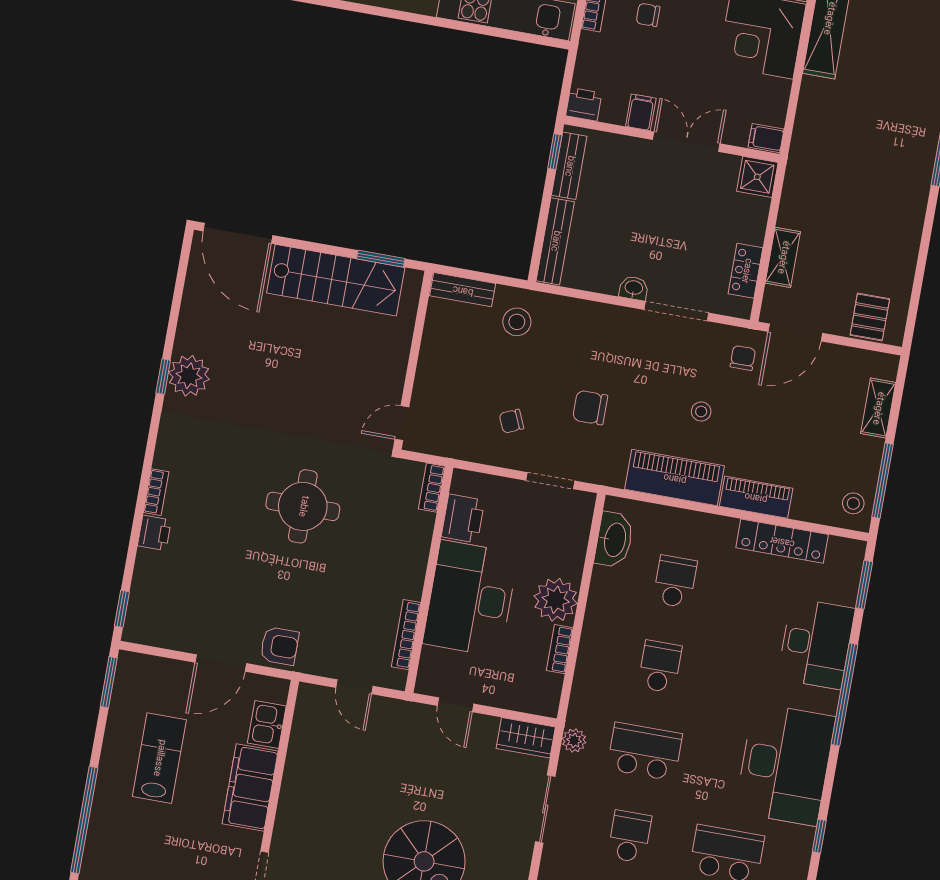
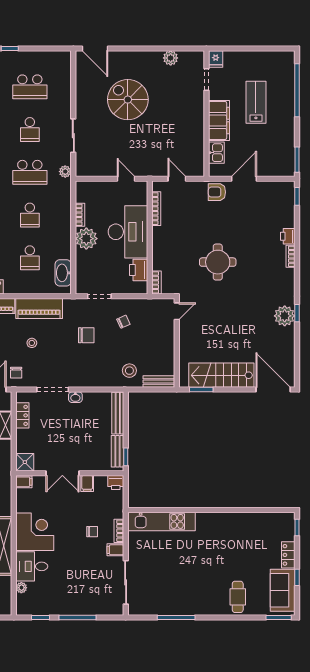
wardrobe: (526, 738) -> (89, 169), removed
lab bench: (159, 758) -> (256, 102), moved, turned 180

